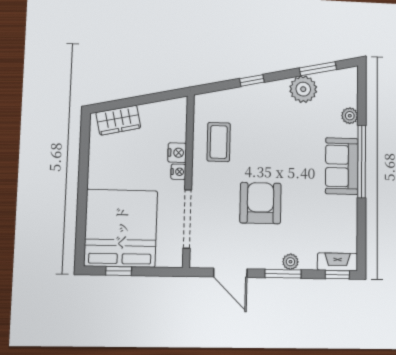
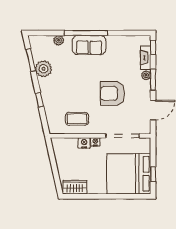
wardrobe: (118, 120) -> (75, 187), moved, turned -78
fireplace: (338, 262) -> (146, 58), moved

